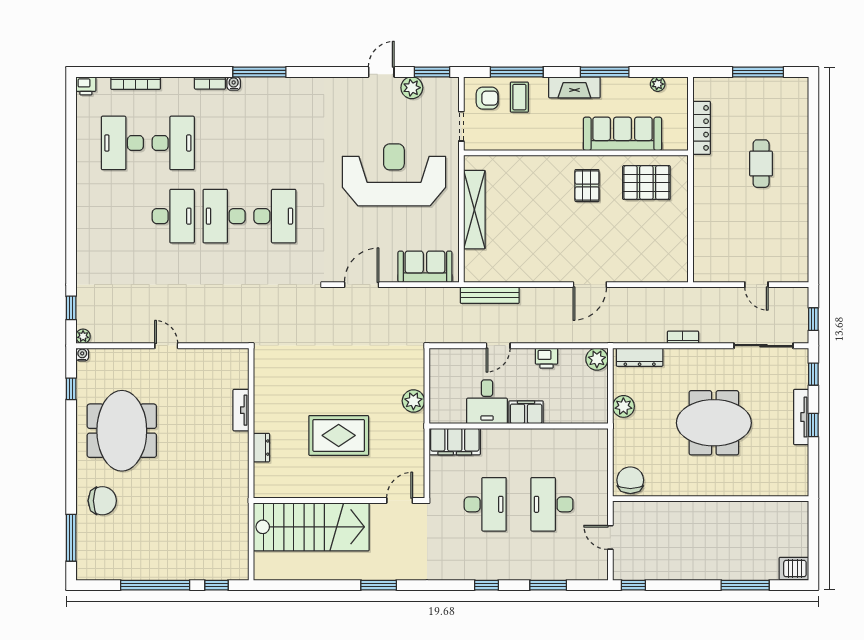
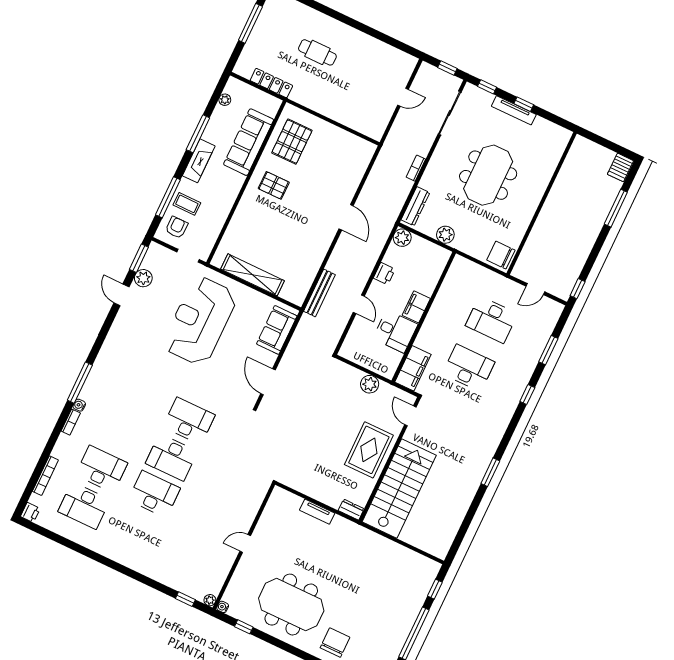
wall: (339, 500) -> (390, 459), moved
door: (400, 500) -> (410, 416), moved
stairs: (311, 527) -> (399, 488), moved

